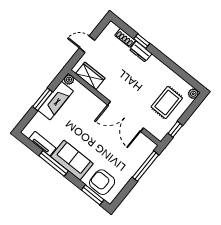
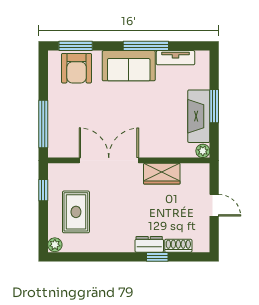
door: (87, 44) -> (214, 205), hinge flipped
wardrobe: (90, 76) -> (162, 174), moved
armchair: (102, 182) -> (77, 68), turned 90

